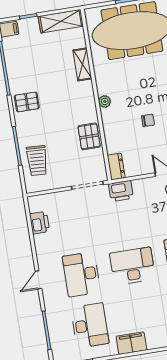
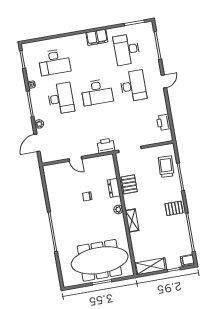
shelving: (82, 64) -> (132, 221), moved
dresser: (116, 167) -> (114, 188), moved

